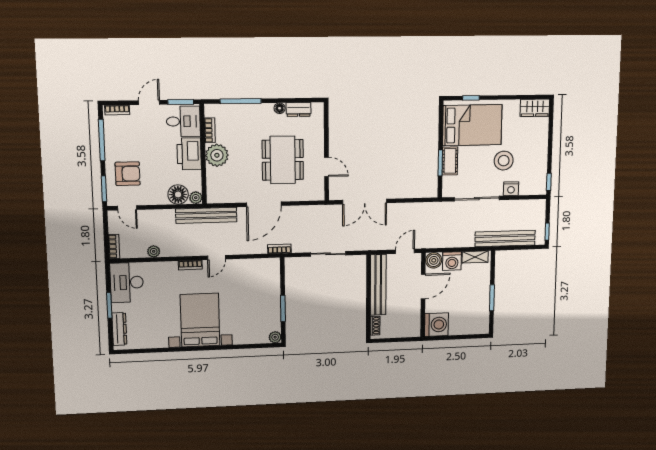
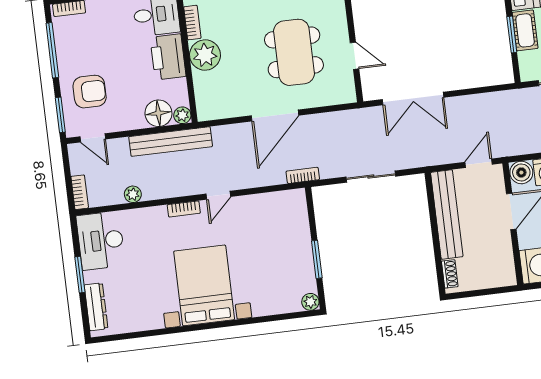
bench: (206, 215) -> (171, 142), moved

